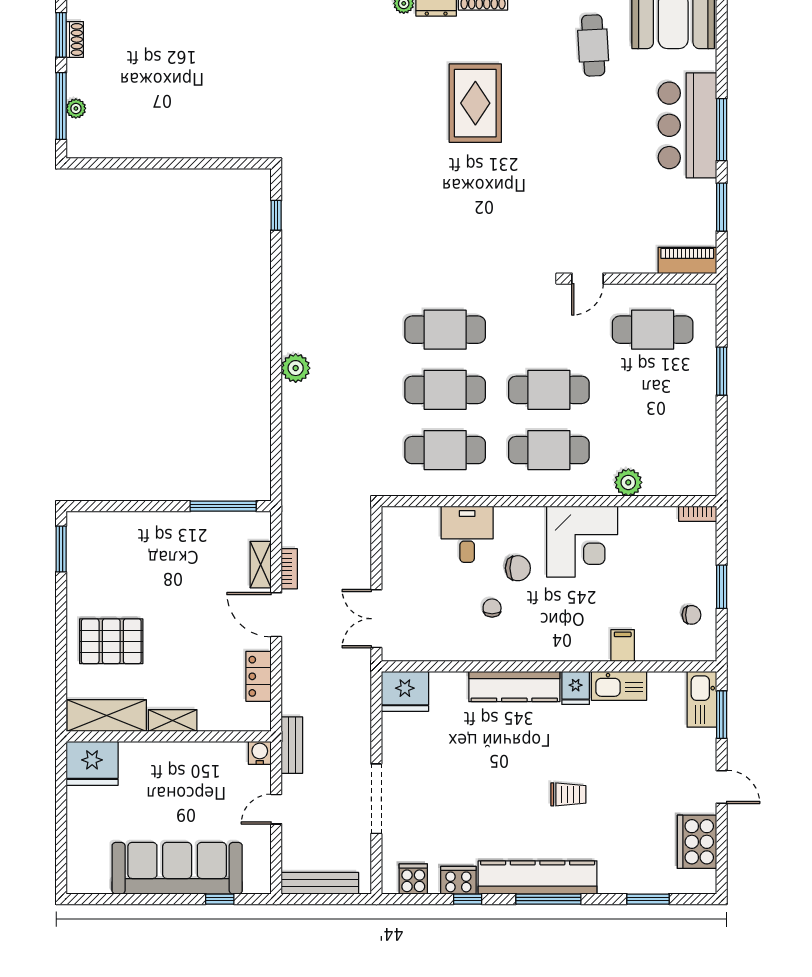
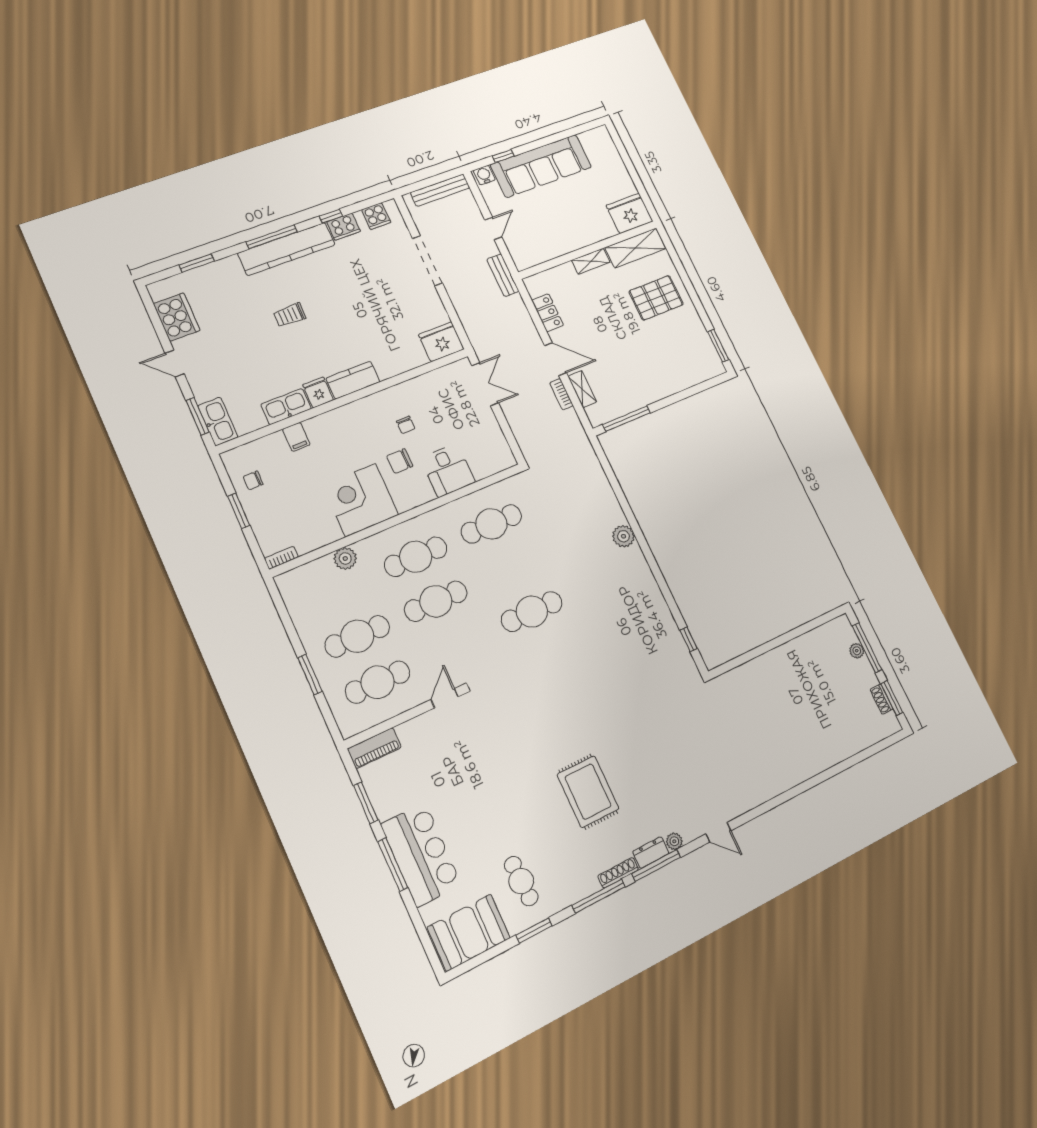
cafe table: (445, 390) -> (357, 636), moved
kitchen counter: (514, 686) -> (353, 380), width x0.67
water cooler: (260, 753) -> (484, 175), moved, turned 180

